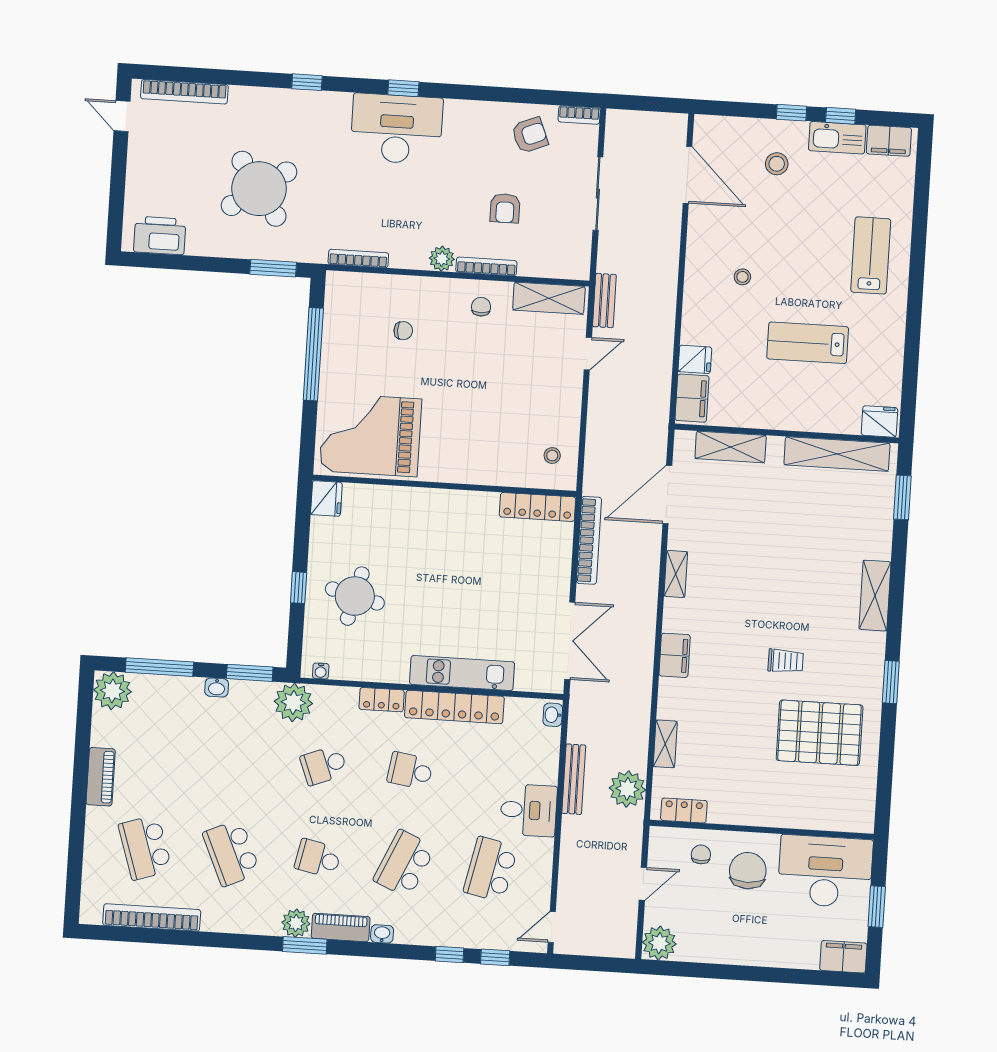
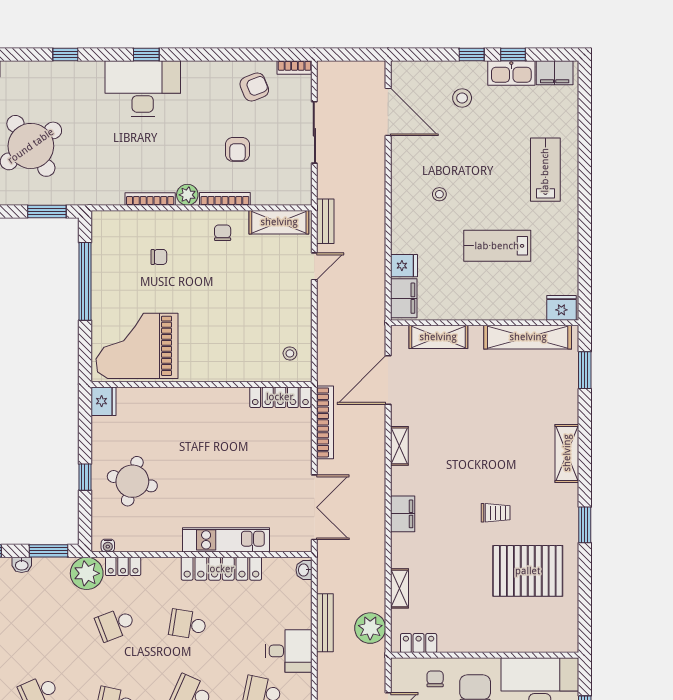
bookcase: (358, 258) -> (150, 199), moved
locker: (382, 700) -> (123, 566), moved

